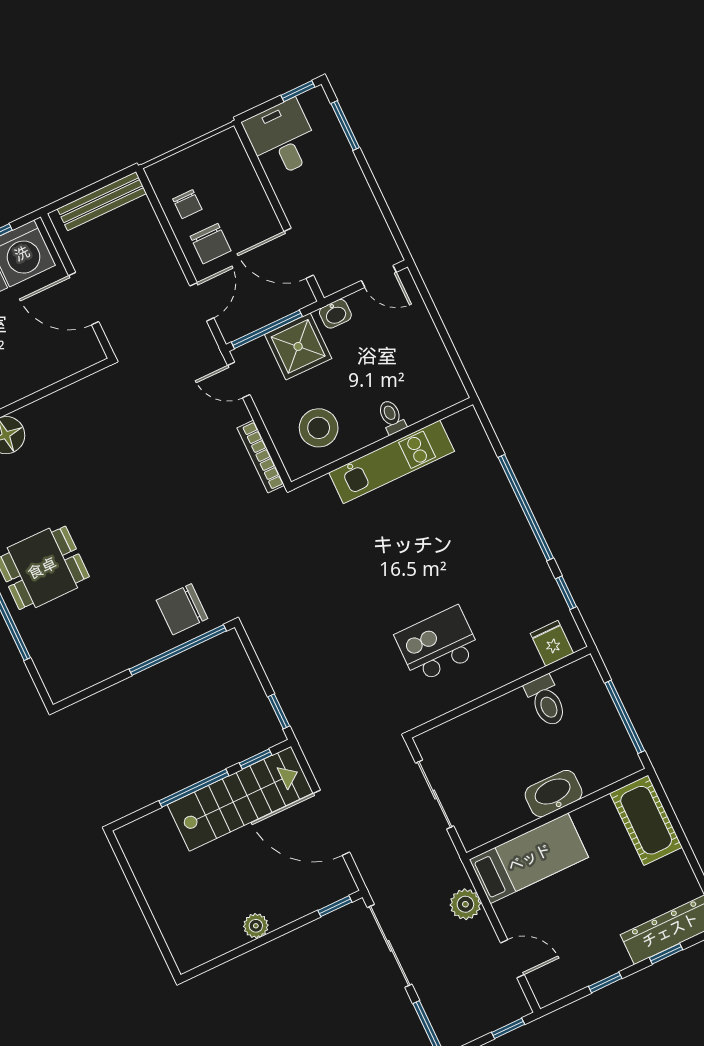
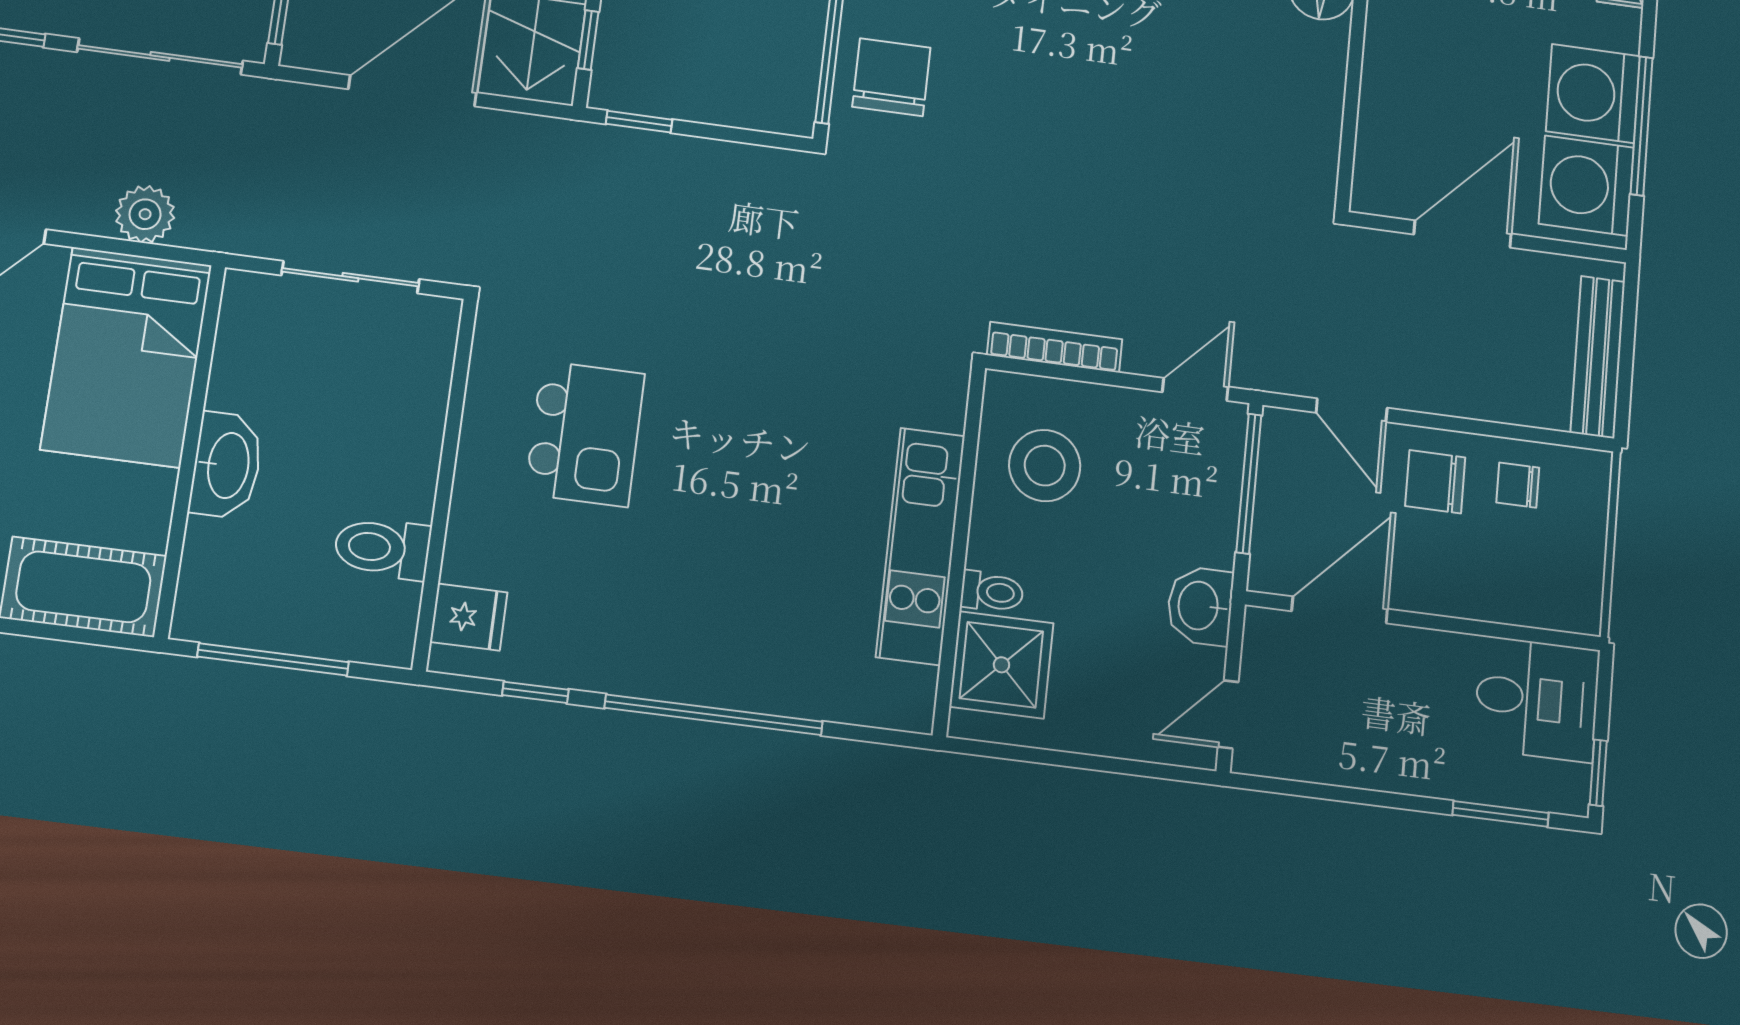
washbasin: (335, 314) -> (1200, 606), width x1.38, depth x1.45
shower: (298, 346) -> (1001, 665), moved
bed: (529, 858) -> (126, 357), width x1.50

